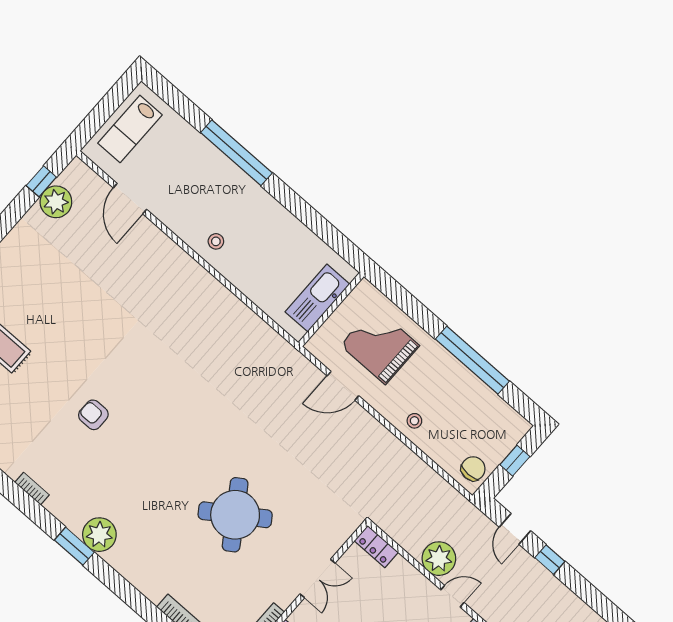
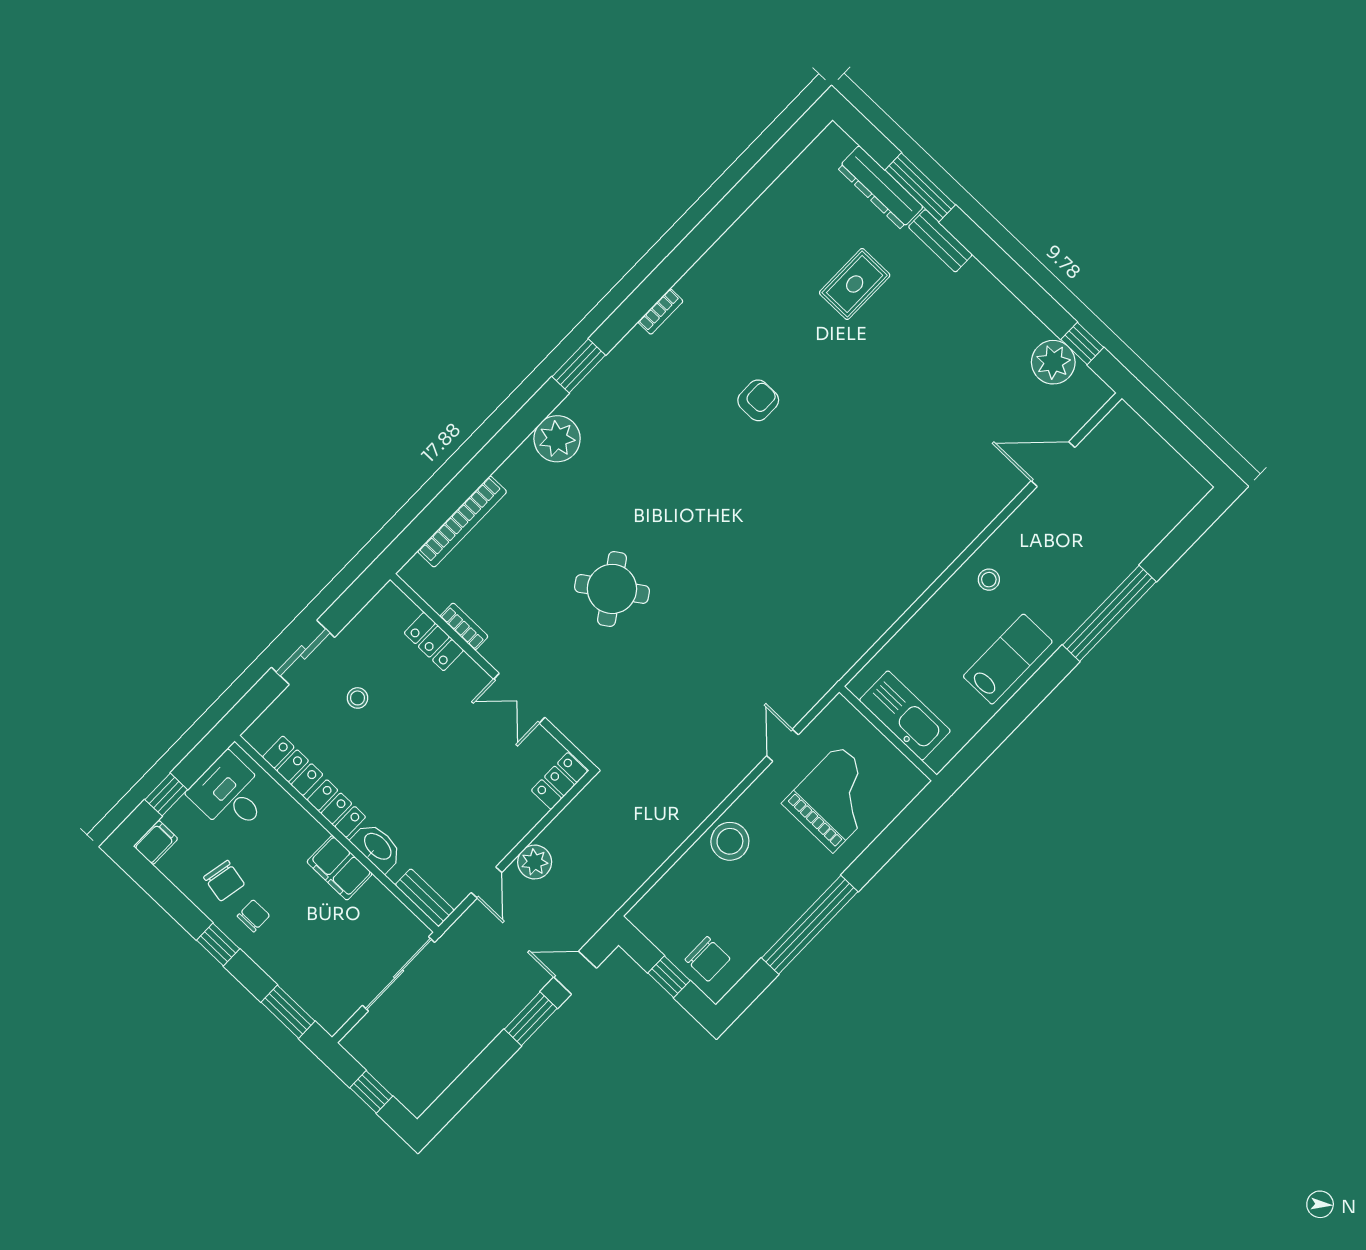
lab bench: (130, 129) -> (1008, 659), moved, turned 90
door: (343, 386) -> (782, 745), width x0.73
stool: (414, 421) -> (730, 841), width x1.89, depth x1.89
chair: (473, 469) -> (708, 959), moved
round table: (235, 515) -> (612, 589), width x0.73, depth x0.73
plant: (99, 535) -> (557, 439), moved
plant: (439, 559) -> (535, 862), width x0.73, depth x0.73
window: (550, 560) -> (531, 1019), width x1.50

